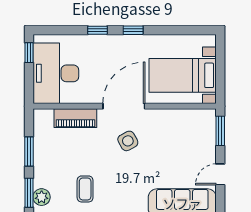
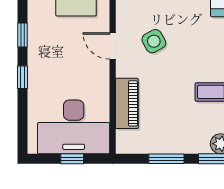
window: (29, 53) -> (72, 159), moved
door: (124, 106) -> (113, 46), width x0.53

